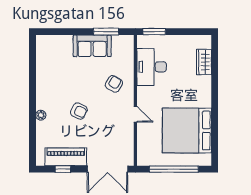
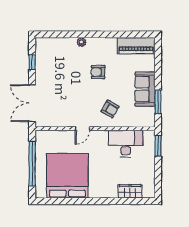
armchair: (79, 111) -> (98, 72), moved, turned 64
piano: (66, 157) -> (136, 46), moved, turned 90

